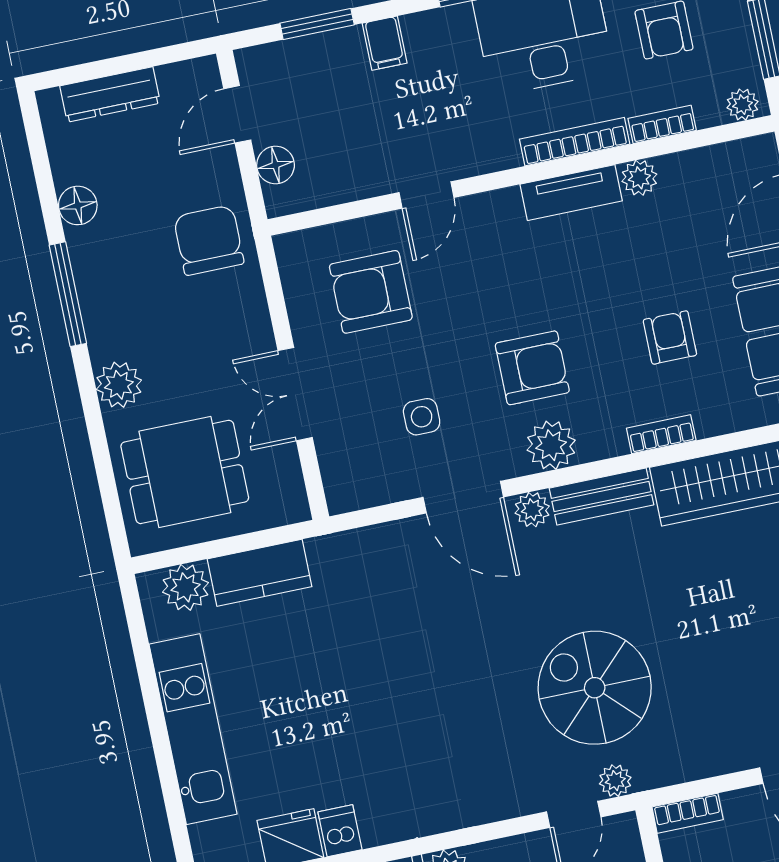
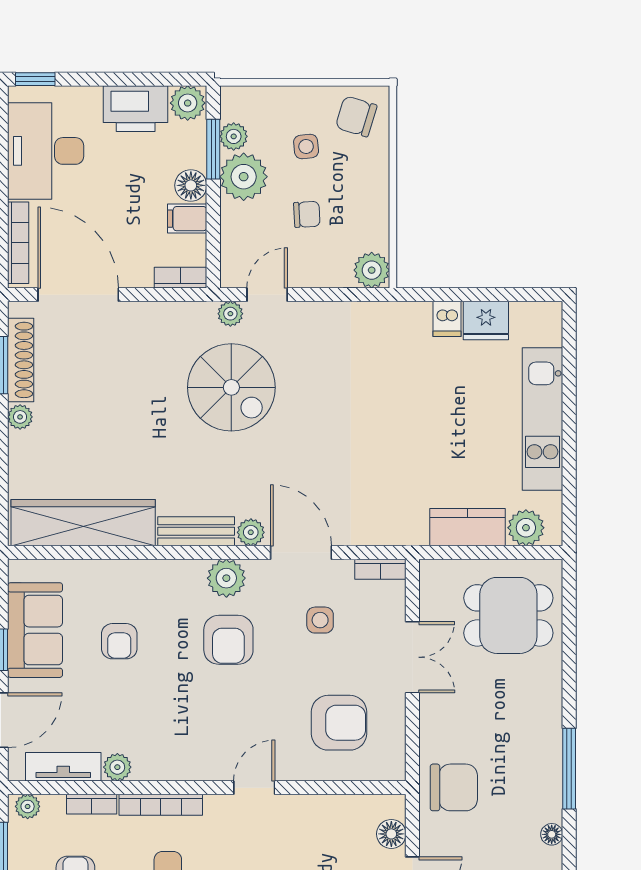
tv unit: (571, 193) -> (63, 767), moved
door: (426, 195) -> (254, 788), moved
floor lamp: (78, 205) -> (552, 834), width x0.73, depth x0.73
chair: (209, 240) -> (454, 787), turned -90
armchair: (532, 368) -> (228, 640), turned -90
plant: (119, 385) -> (545, 692), removed
bookcase: (661, 434) -> (380, 569), moved

